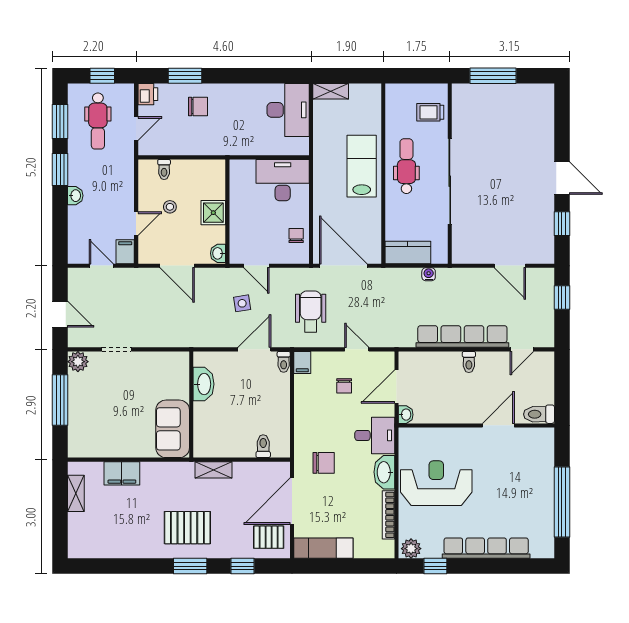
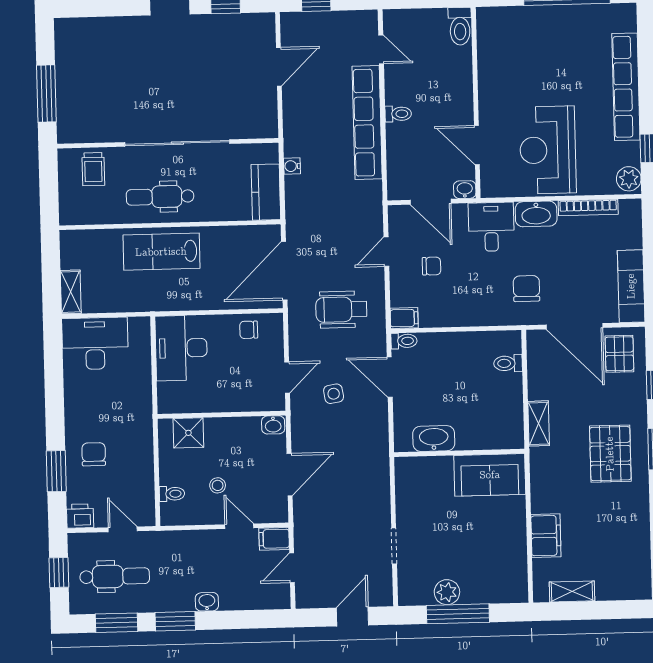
shower: (213, 213) -> (188, 433), moved
plant: (78, 362) -> (447, 592), moved
door: (498, 425) -> (477, 145), moved

